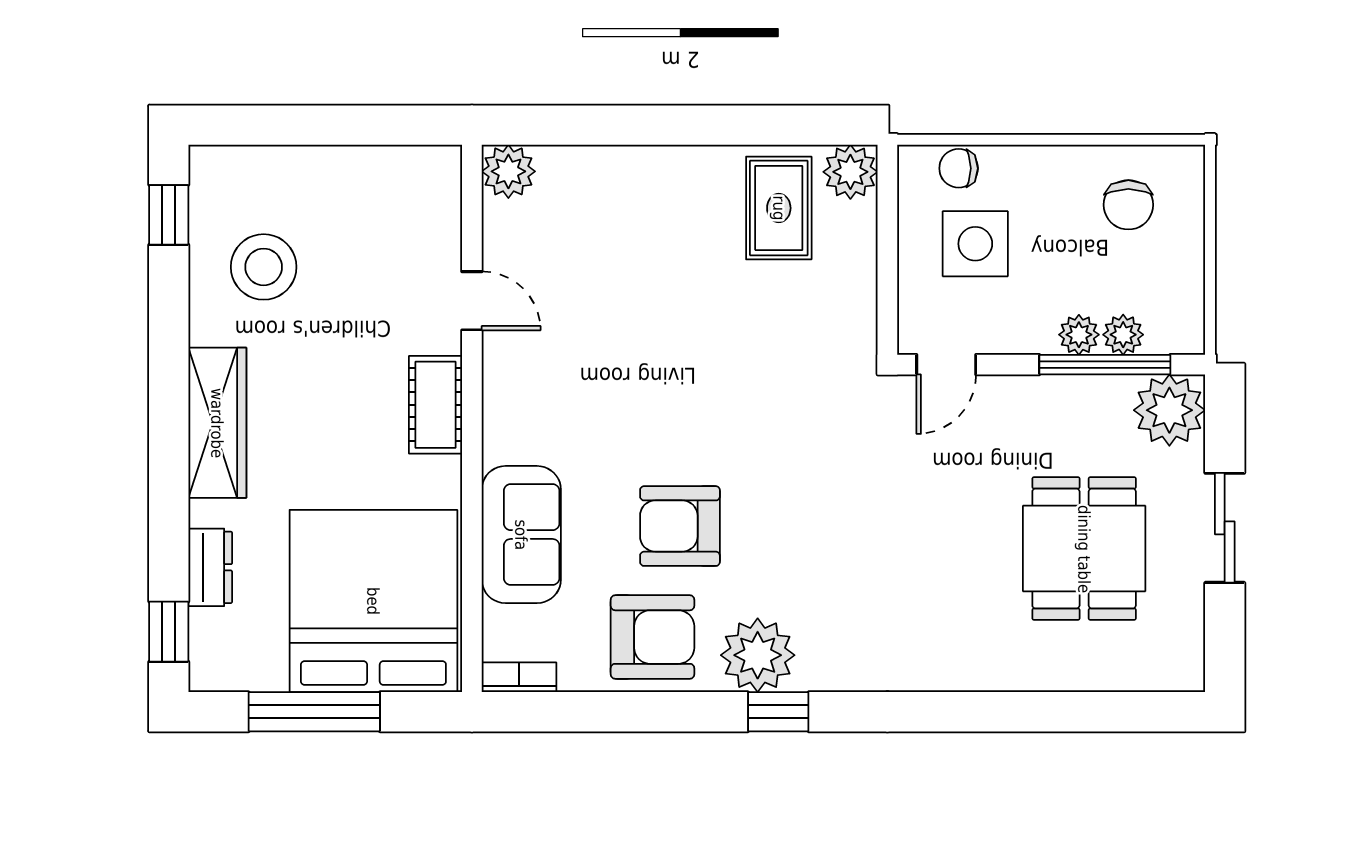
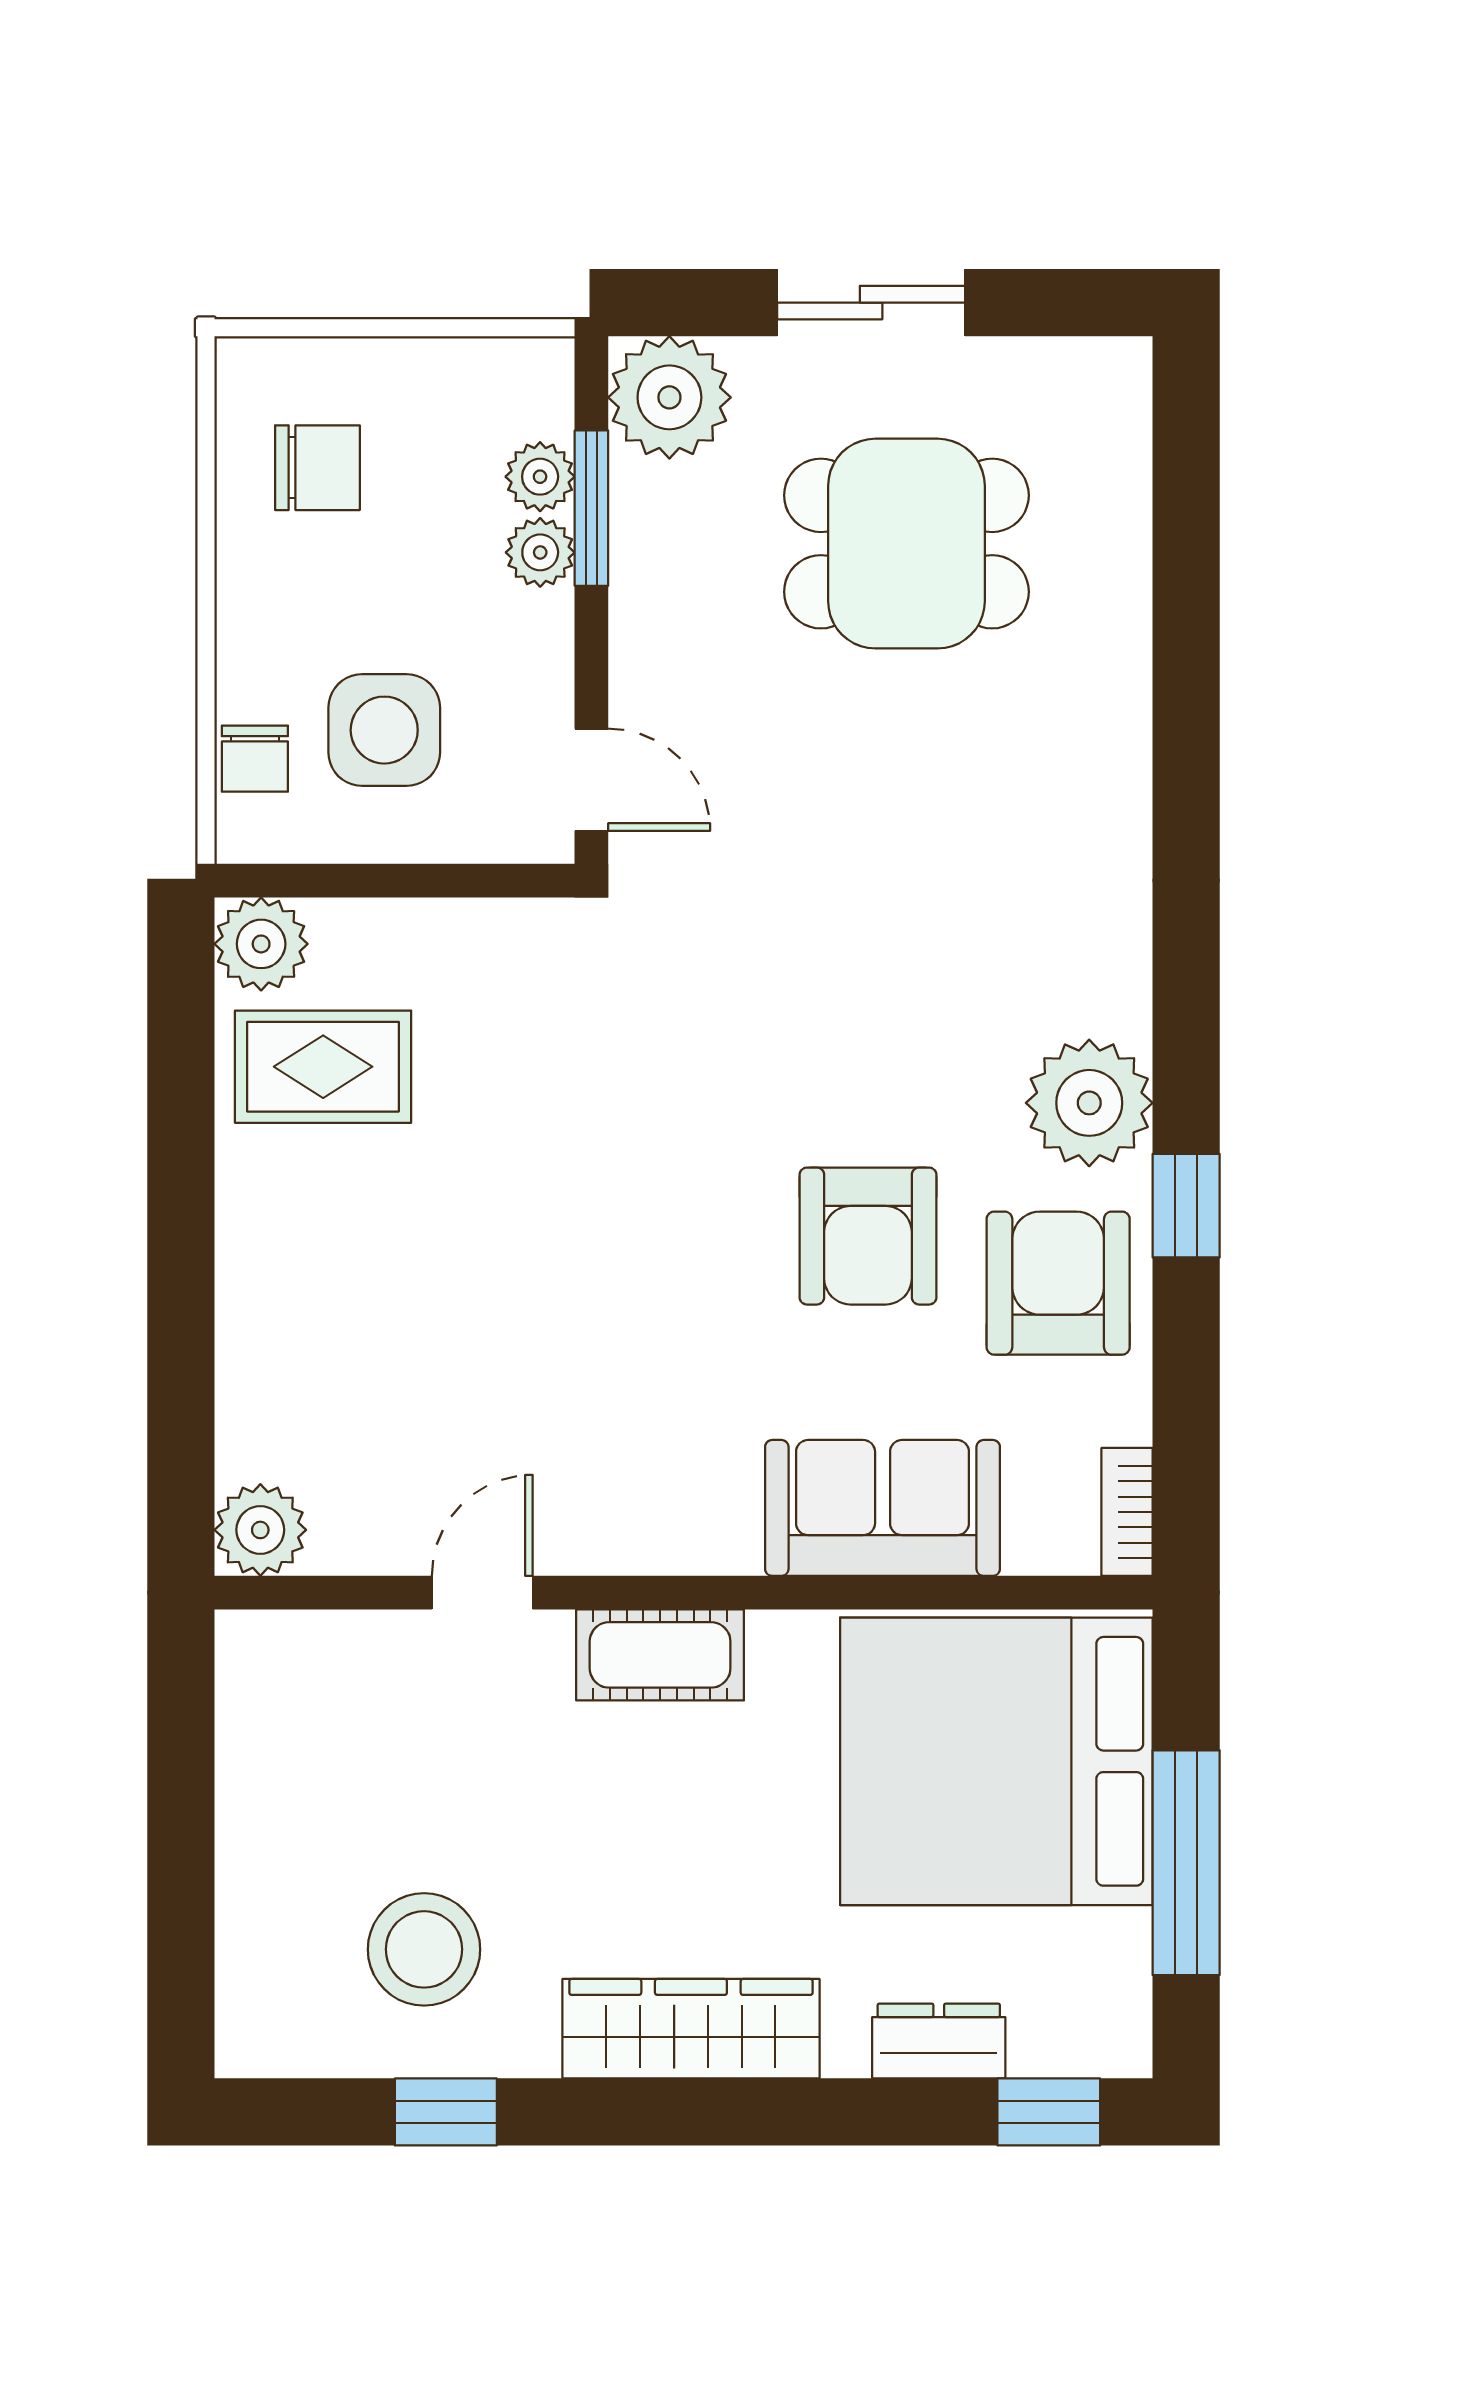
window: (169, 215) -> (446, 2112), moved
window: (1105, 365) -> (591, 508), width x0.69
window: (778, 712) -> (1186, 1206), moved

